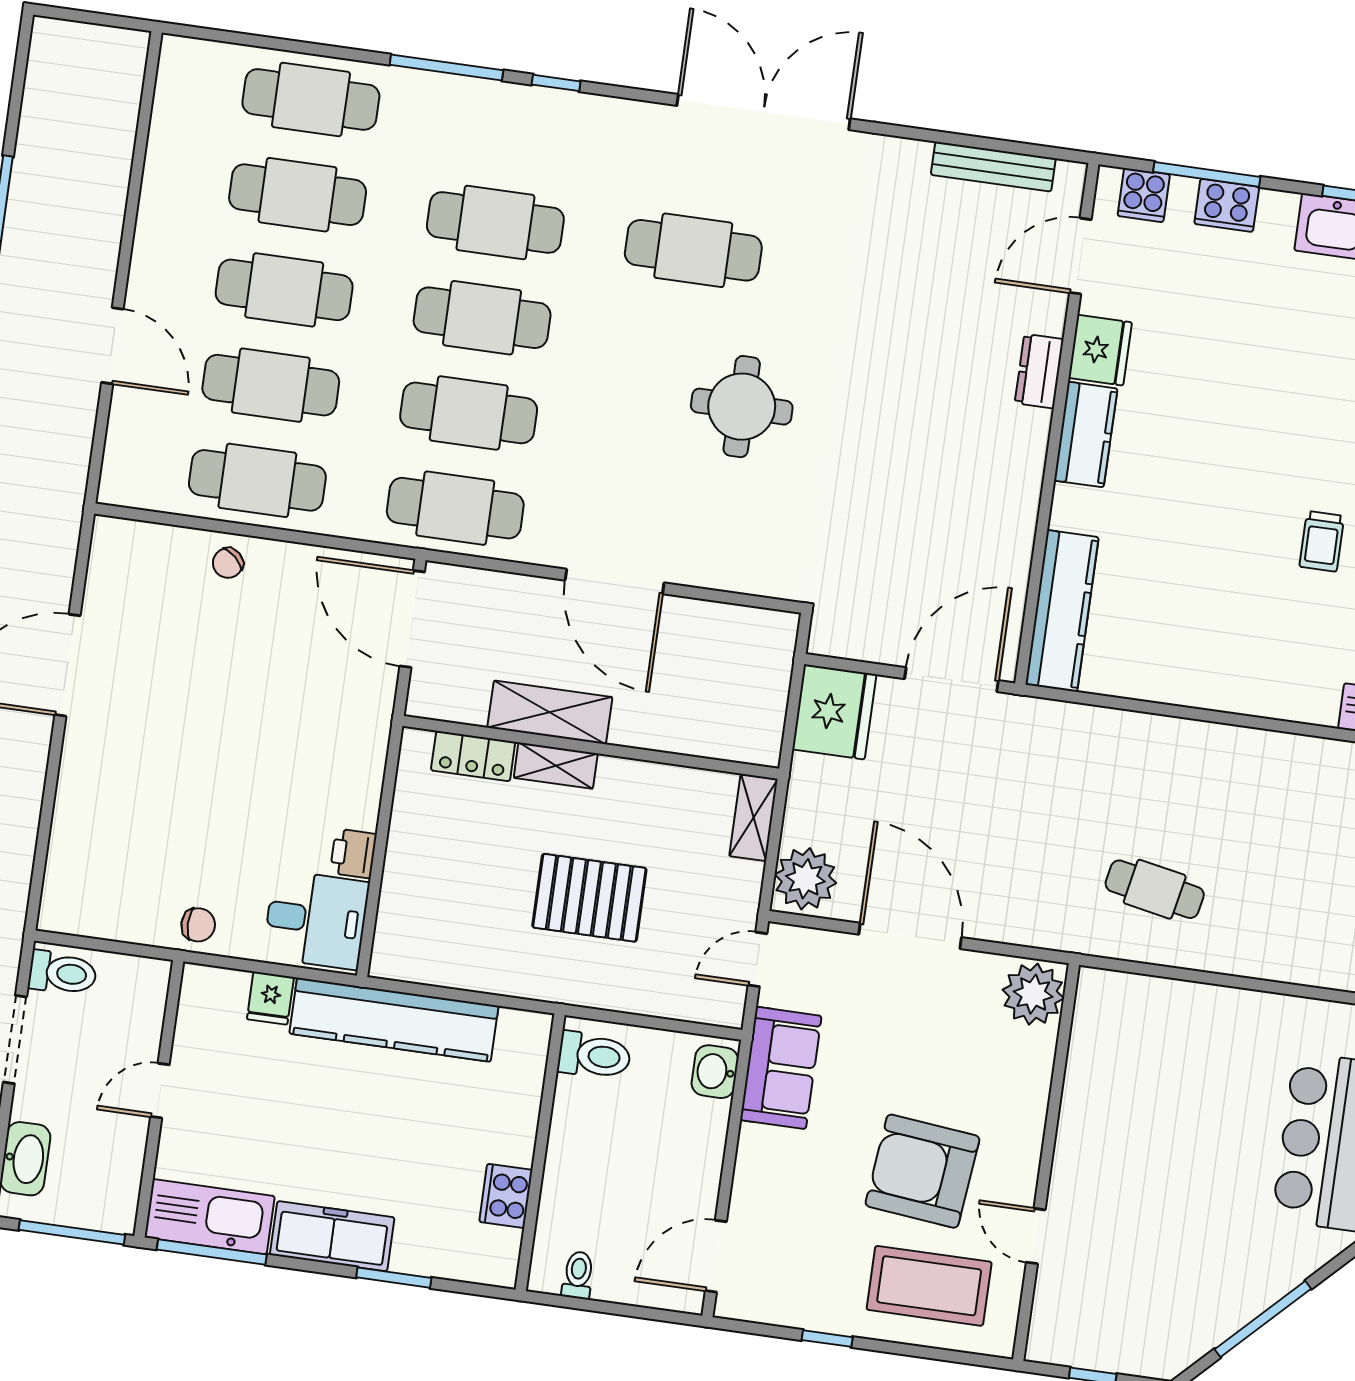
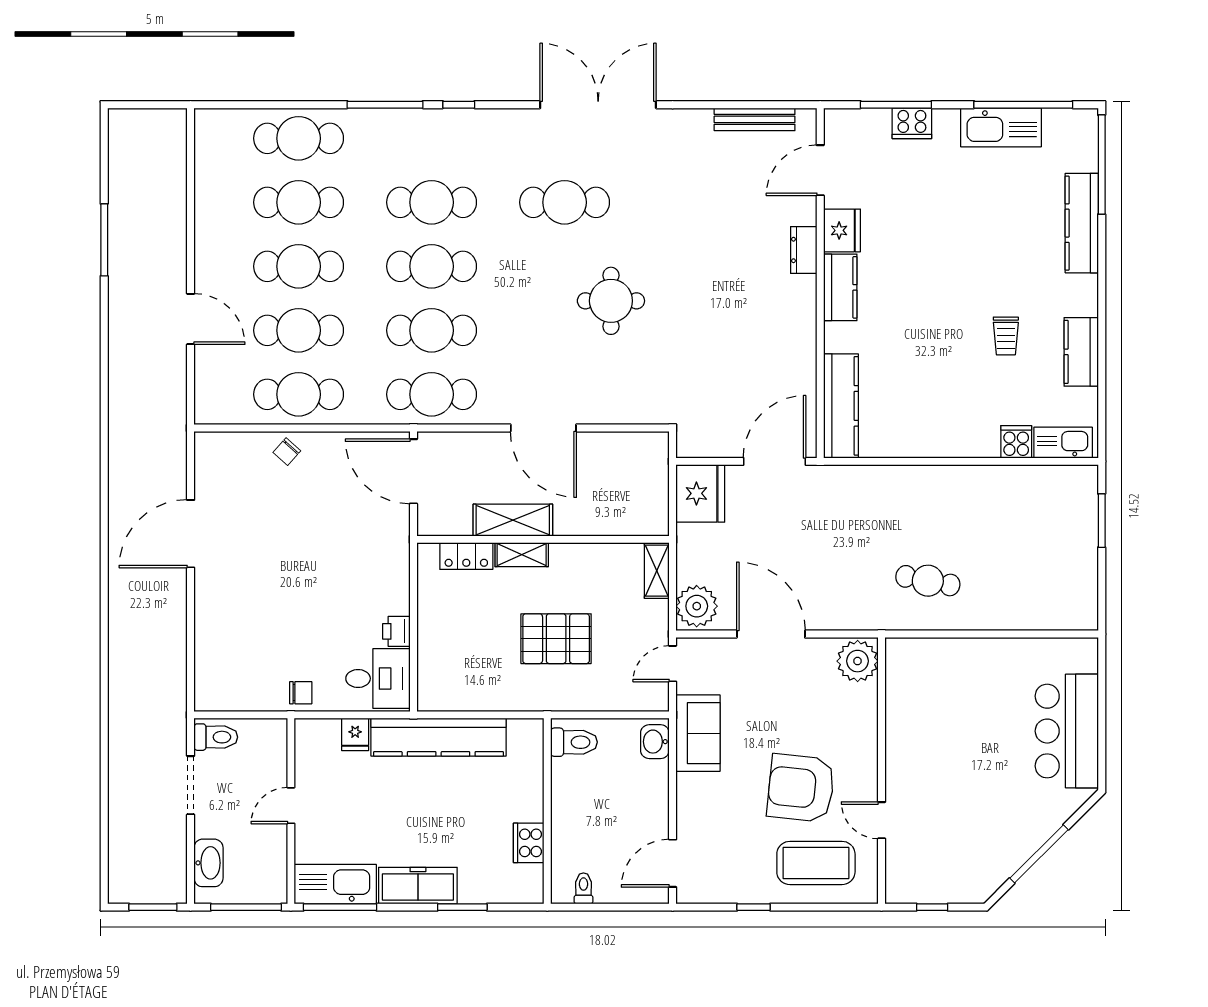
cooker: (1144, 195) -> (1016, 442), moved, turned 180

